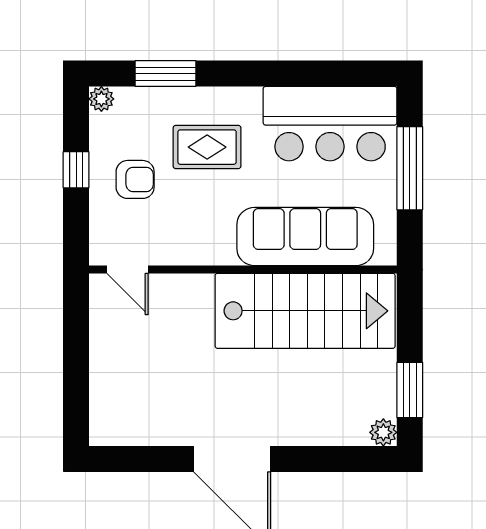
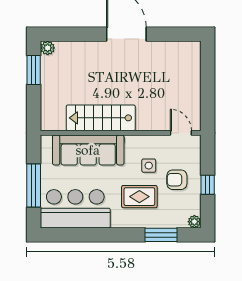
side table: (189, 207) -> (149, 166), added
stairs: (305, 311) -> (101, 118), width x0.73, depth x0.66

